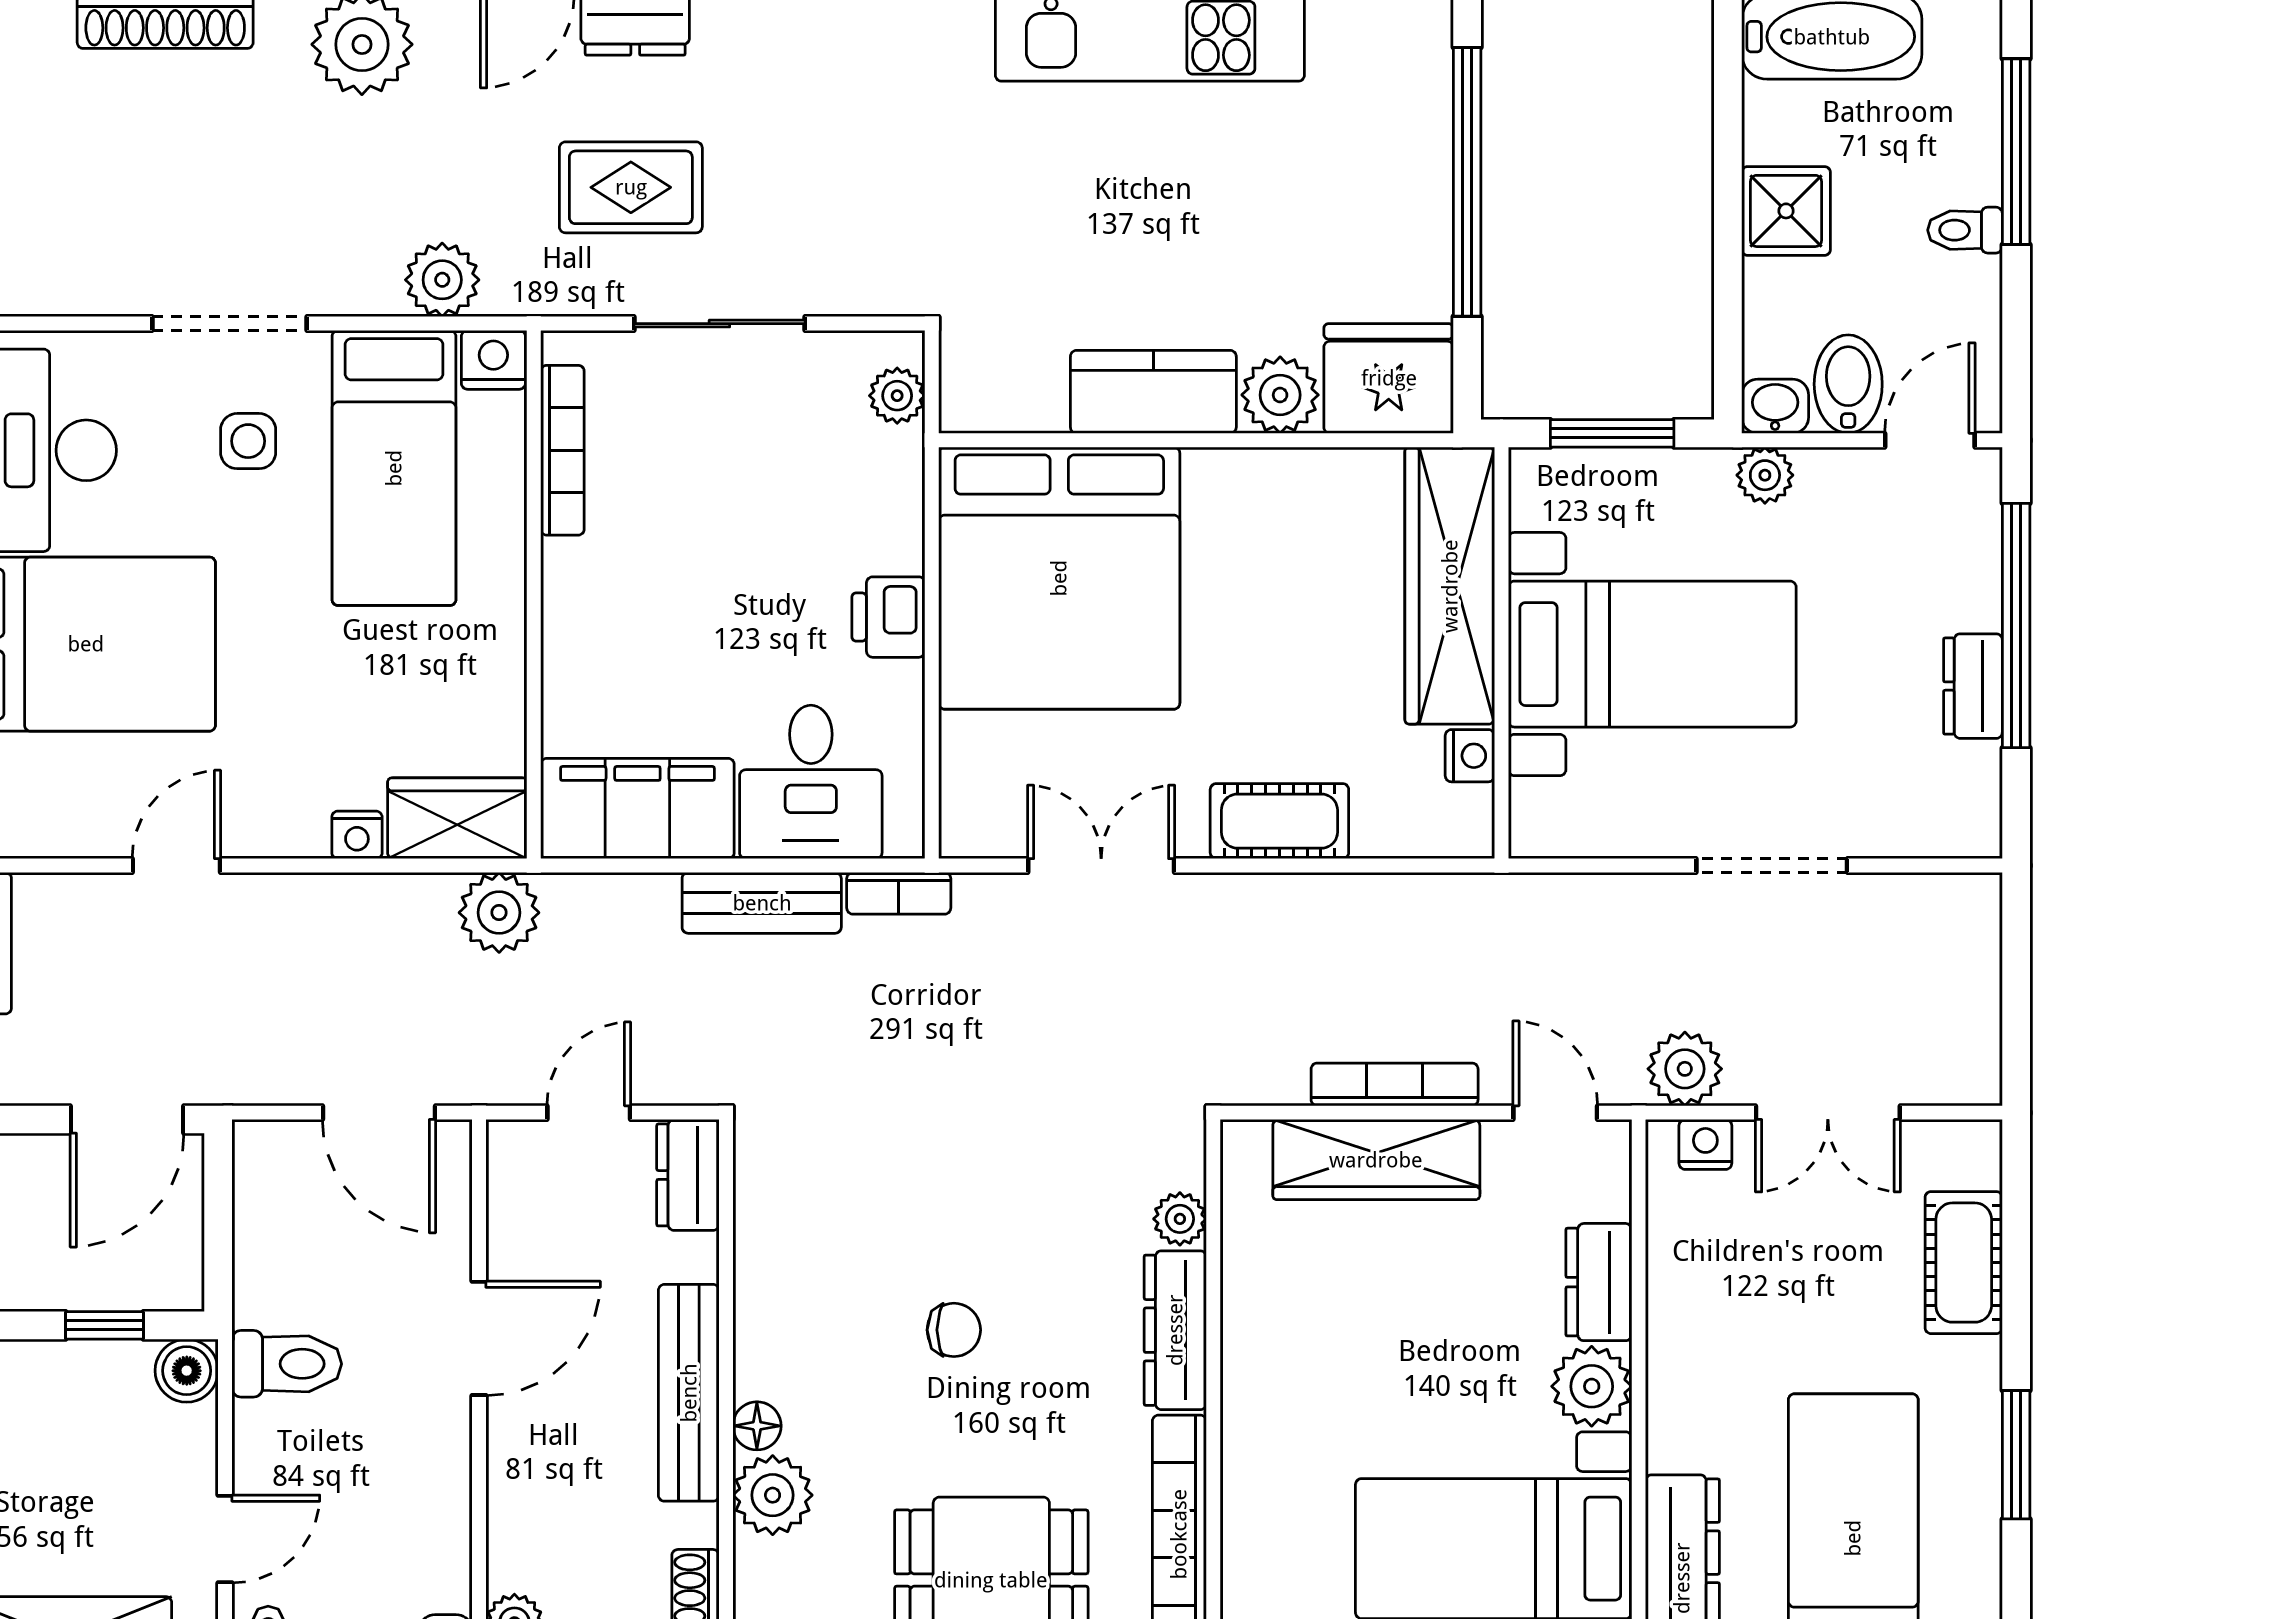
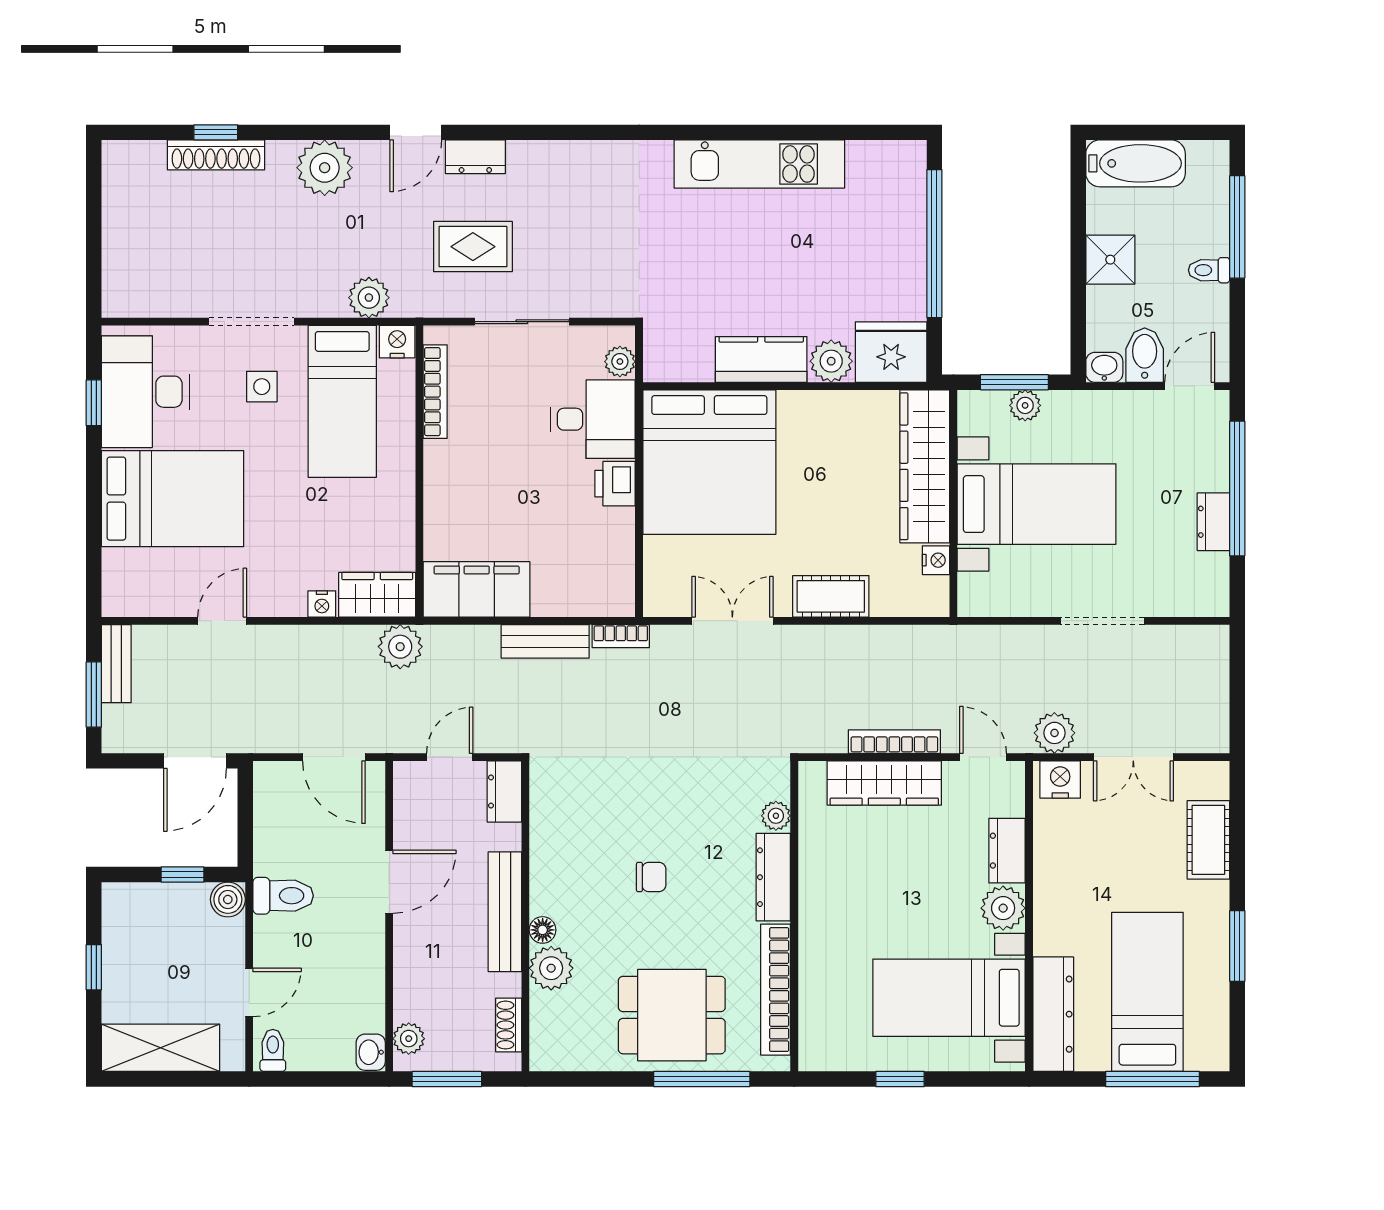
plant: (1765, 475) -> (1025, 405), moved
desk: (811, 782) -> (593, 419), moved, turned -90
nightstand: (1705, 1144) -> (1060, 780), width x1.39, depth x1.35

